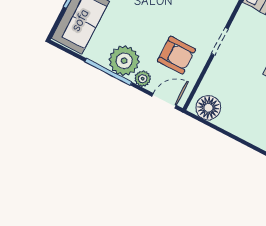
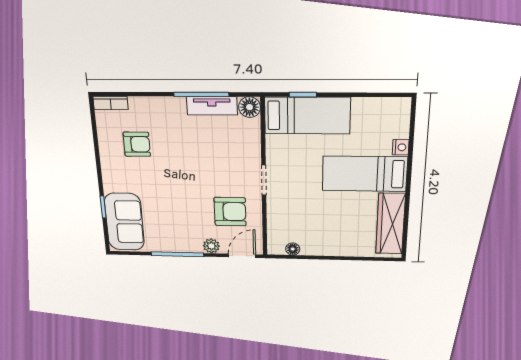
plant: (124, 61) -> (185, 238), removed
floor lamp: (208, 108) -> (293, 249), width x0.53, depth x0.53

